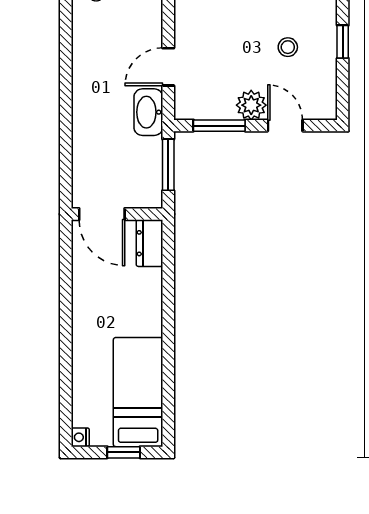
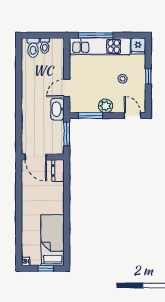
door: (285, 126) -> (132, 116), moved

